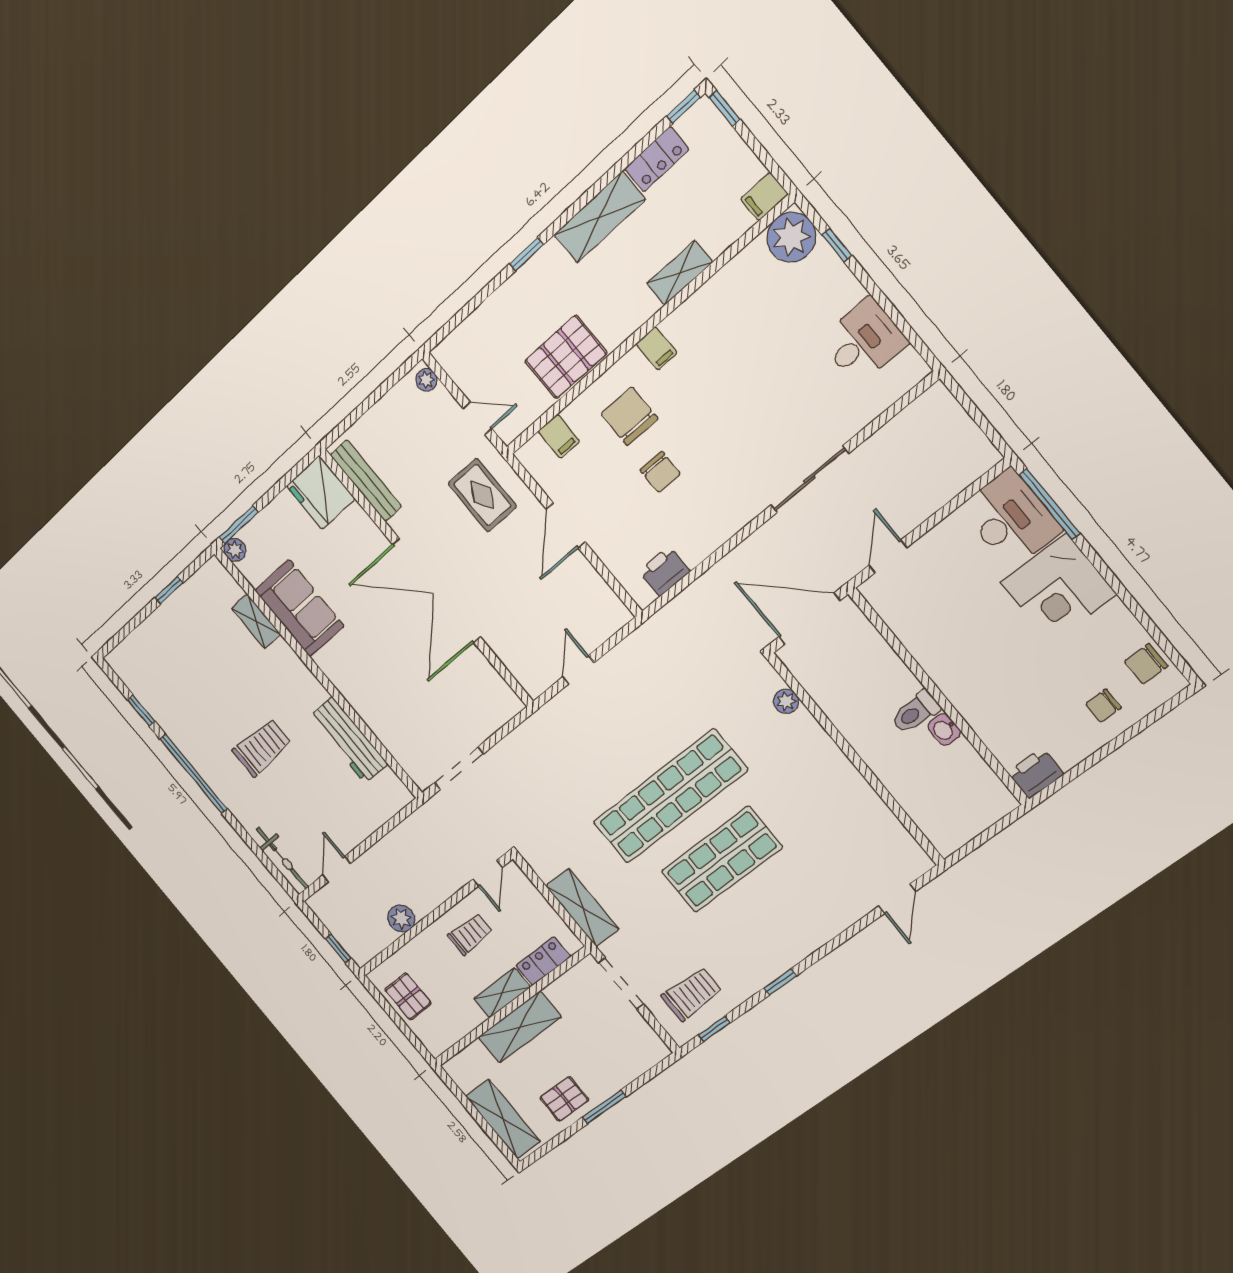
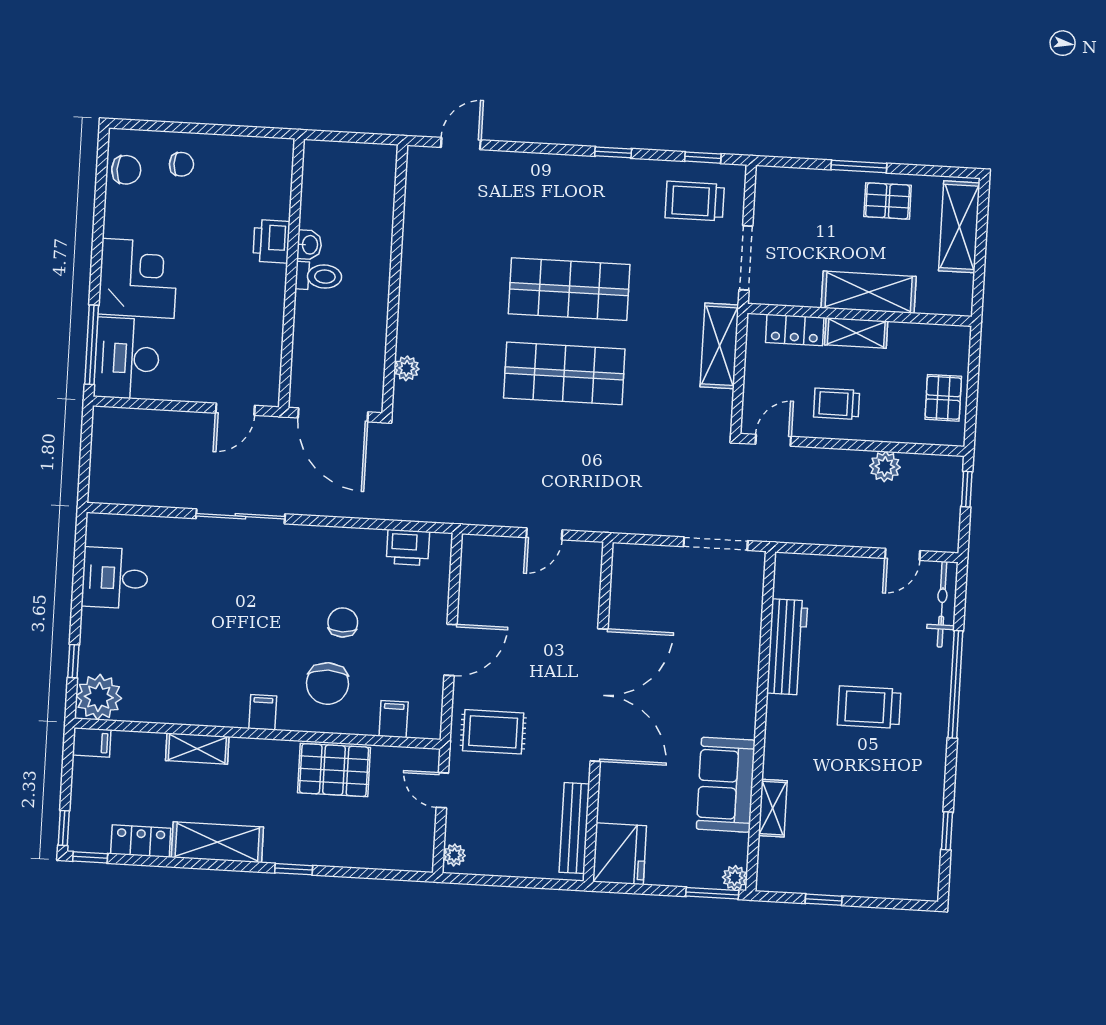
rug: (482, 495) -> (493, 732), turned 90
printer: (1036, 773) -> (271, 241), moved, turned 90
window: (194, 774) -> (955, 684), moved
shop shelf: (670, 796) -> (564, 373), width x0.71

